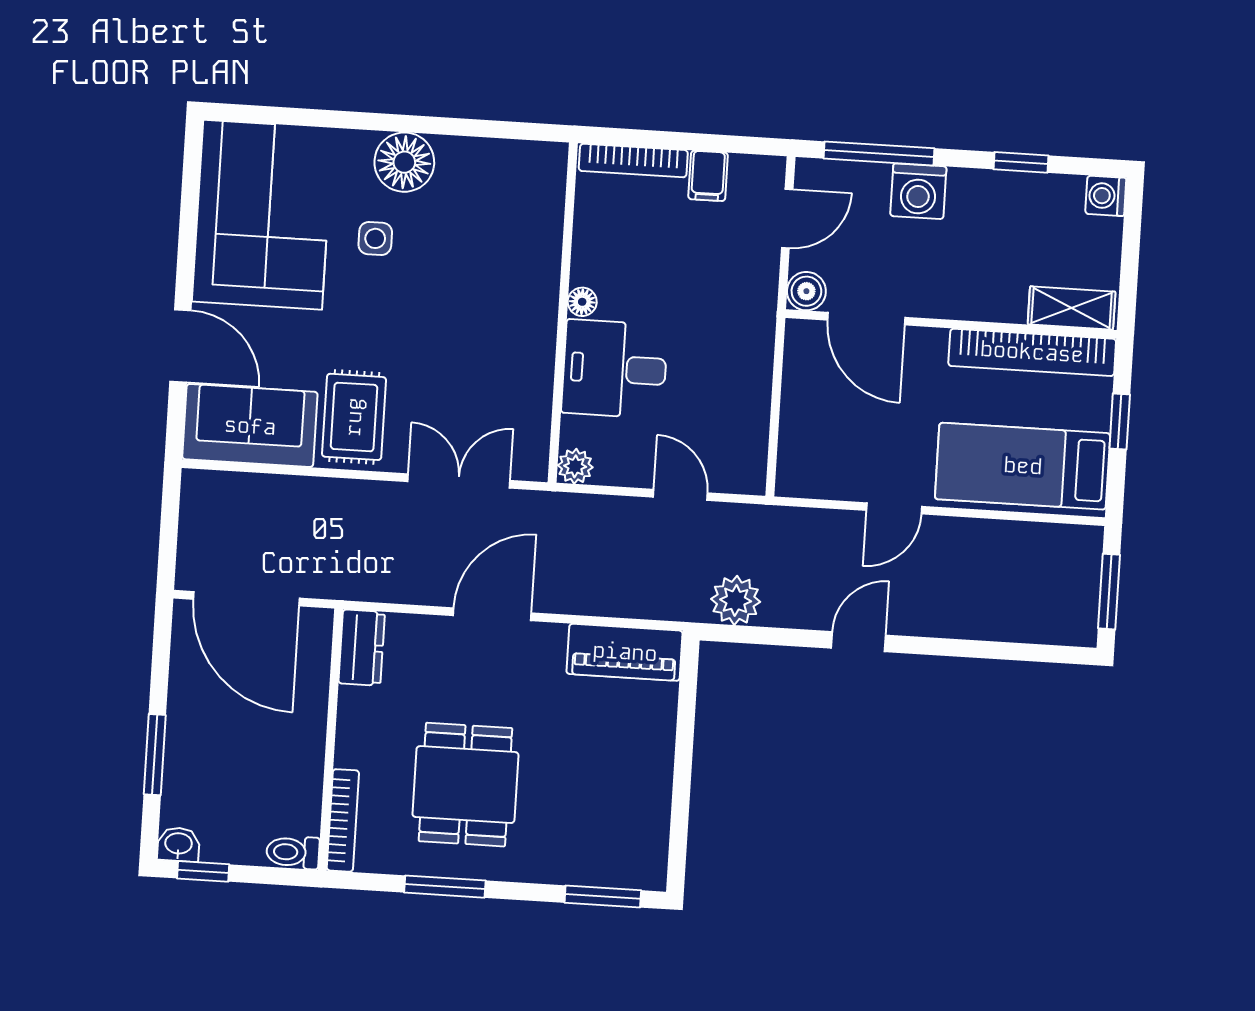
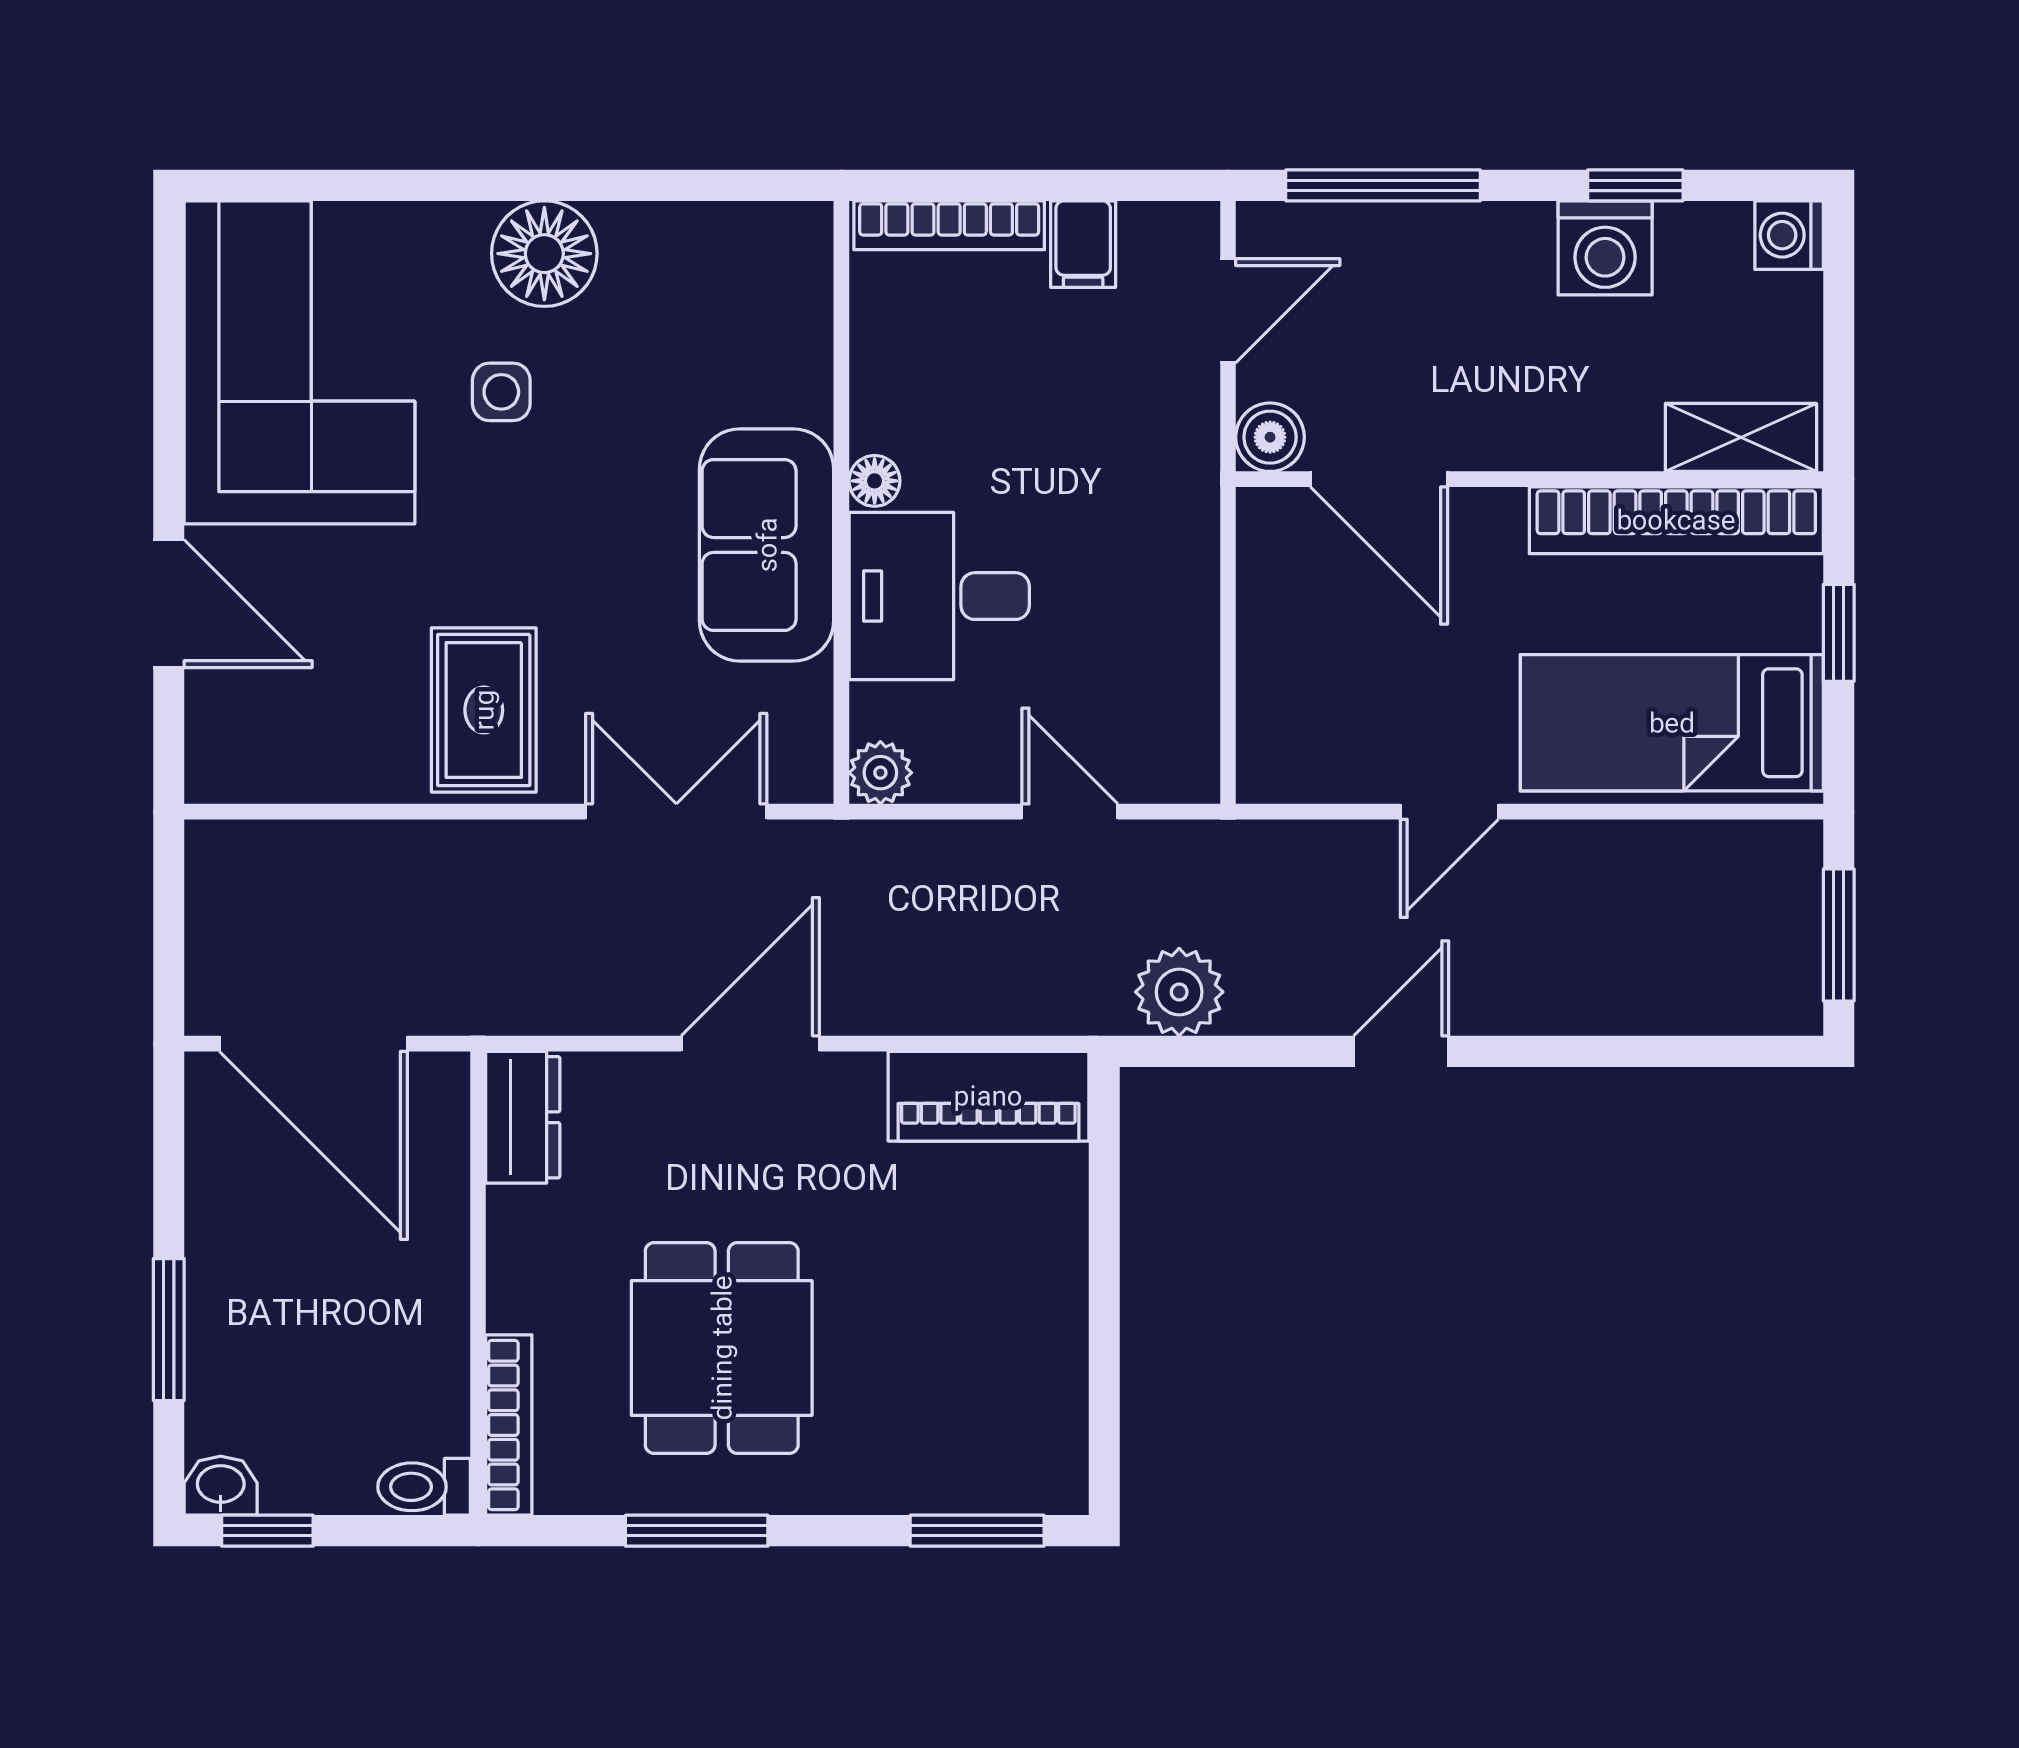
washing machine: (918, 191) -> (1605, 248), moved
sofa: (250, 426) -> (767, 545), moved, turned -90

